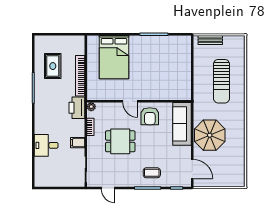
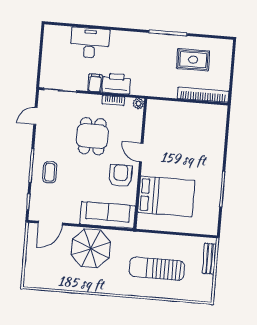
bed: (114, 57) -> (166, 196), moved, turned 180
bookcase: (80, 76) -> (203, 95), moved
door: (130, 101) -> (141, 153), hinge flipped
printer: (77, 108) -> (116, 84), moved
armchair: (150, 116) -> (121, 176), turned 90
desk: (46, 145) -> (90, 43), width x1.37

